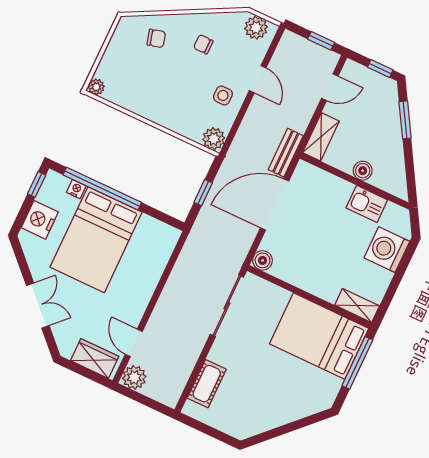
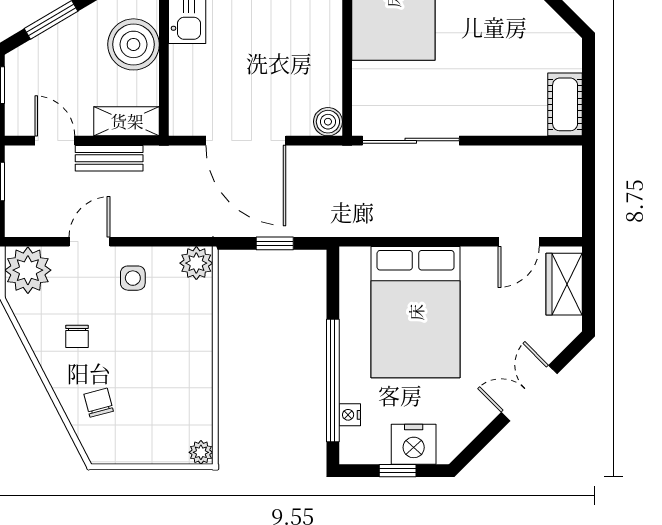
plant: (256, 28) -> (28, 270), width x1.36, depth x1.36
bench: (286, 153) -> (109, 158), moved
boiler: (363, 171) -> (133, 44), width x1.86, depth x1.86
window: (37, 184) -> (398, 471), moved
bed: (96, 240) -> (416, 312), moved, turned 90
plant: (134, 377) -> (565, 219), removed
cot: (207, 384) -> (565, 104), moved, turned 90

